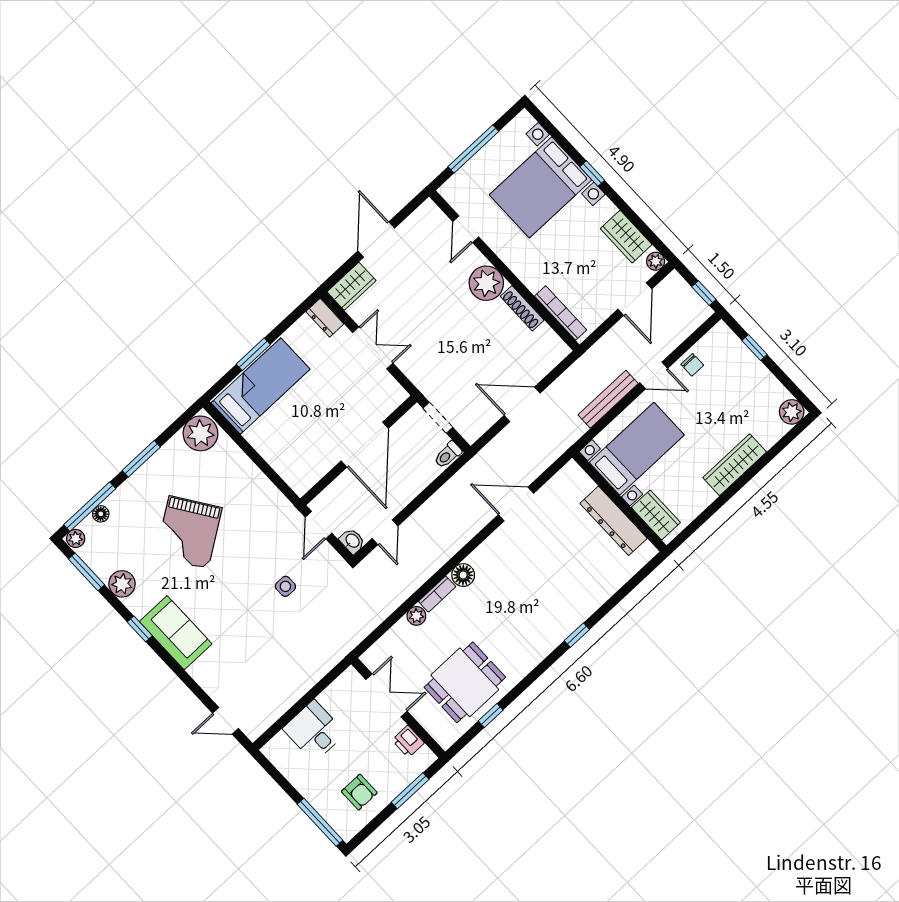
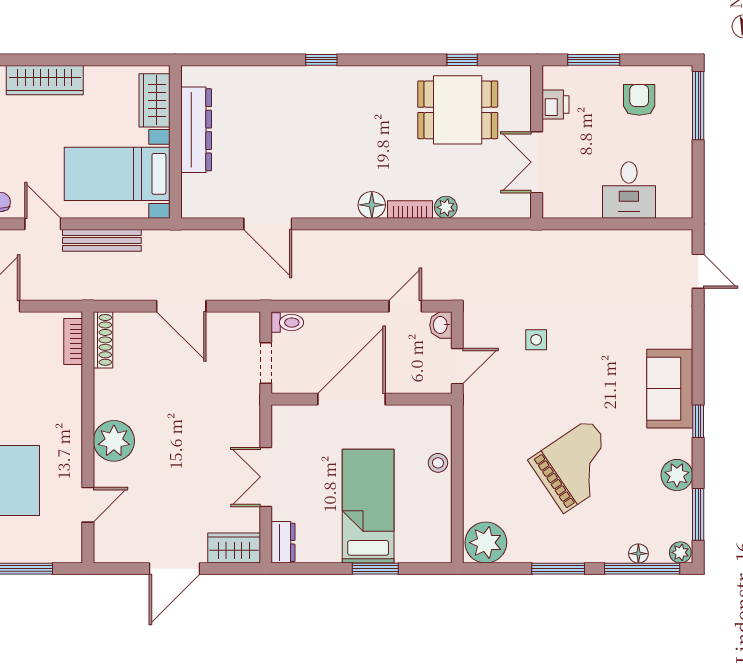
shoe rack: (522, 308) -> (103, 340), moved
bookcase: (561, 313) -> (73, 341), width x0.64
bed: (261, 386) -> (368, 506), moved, turned 90
stool: (275, 455) -> (438, 463), added

